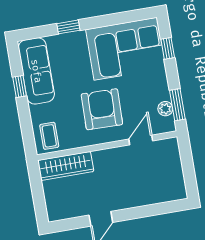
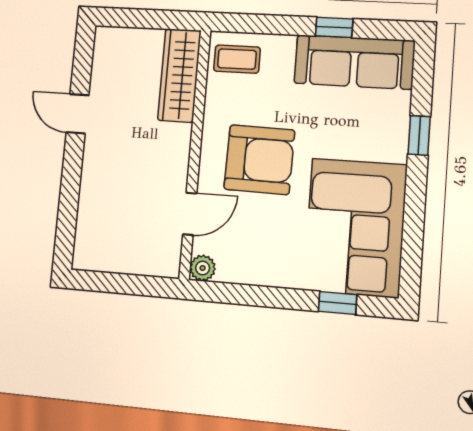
window: (177, 105) -> (234, 294), removed
plant: (165, 109) -> (203, 268), moved
door: (141, 140) -> (190, 214), hinge flipped

